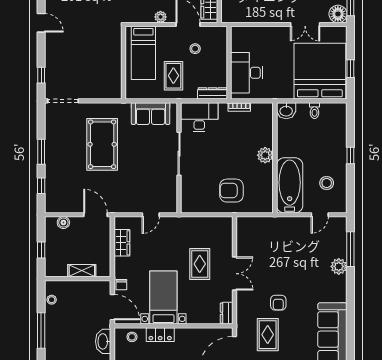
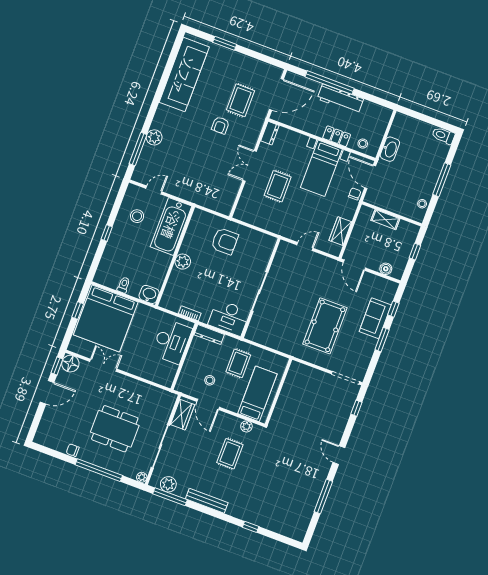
plant: (161, 17) -> (246, 426), moved
sofa: (151, 114) -> (375, 318), moved, turned -90
armchair: (278, 303) -> (220, 125), turned 180

